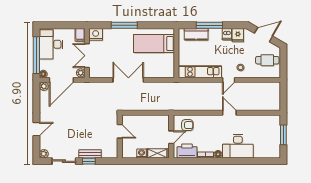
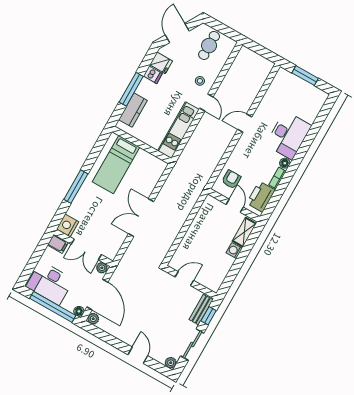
door: (120, 131) -> (184, 279), moved
wall: (120, 136) -> (190, 282), moved

